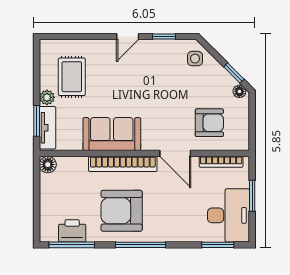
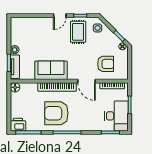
rug: (72, 77) -> (78, 32), moved
printer: (72, 231) -> (18, 125), moved

